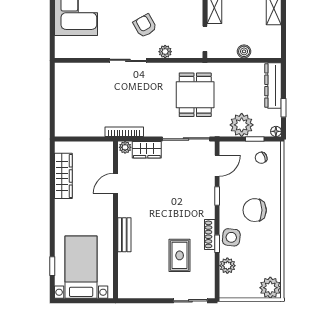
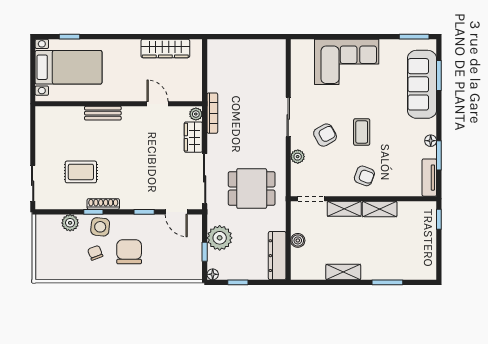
dresser: (273, 85) -> (277, 256), moved, turned -90
chair: (261, 158) -> (95, 253), moved
plant: (270, 288) -> (47, 268), removed

